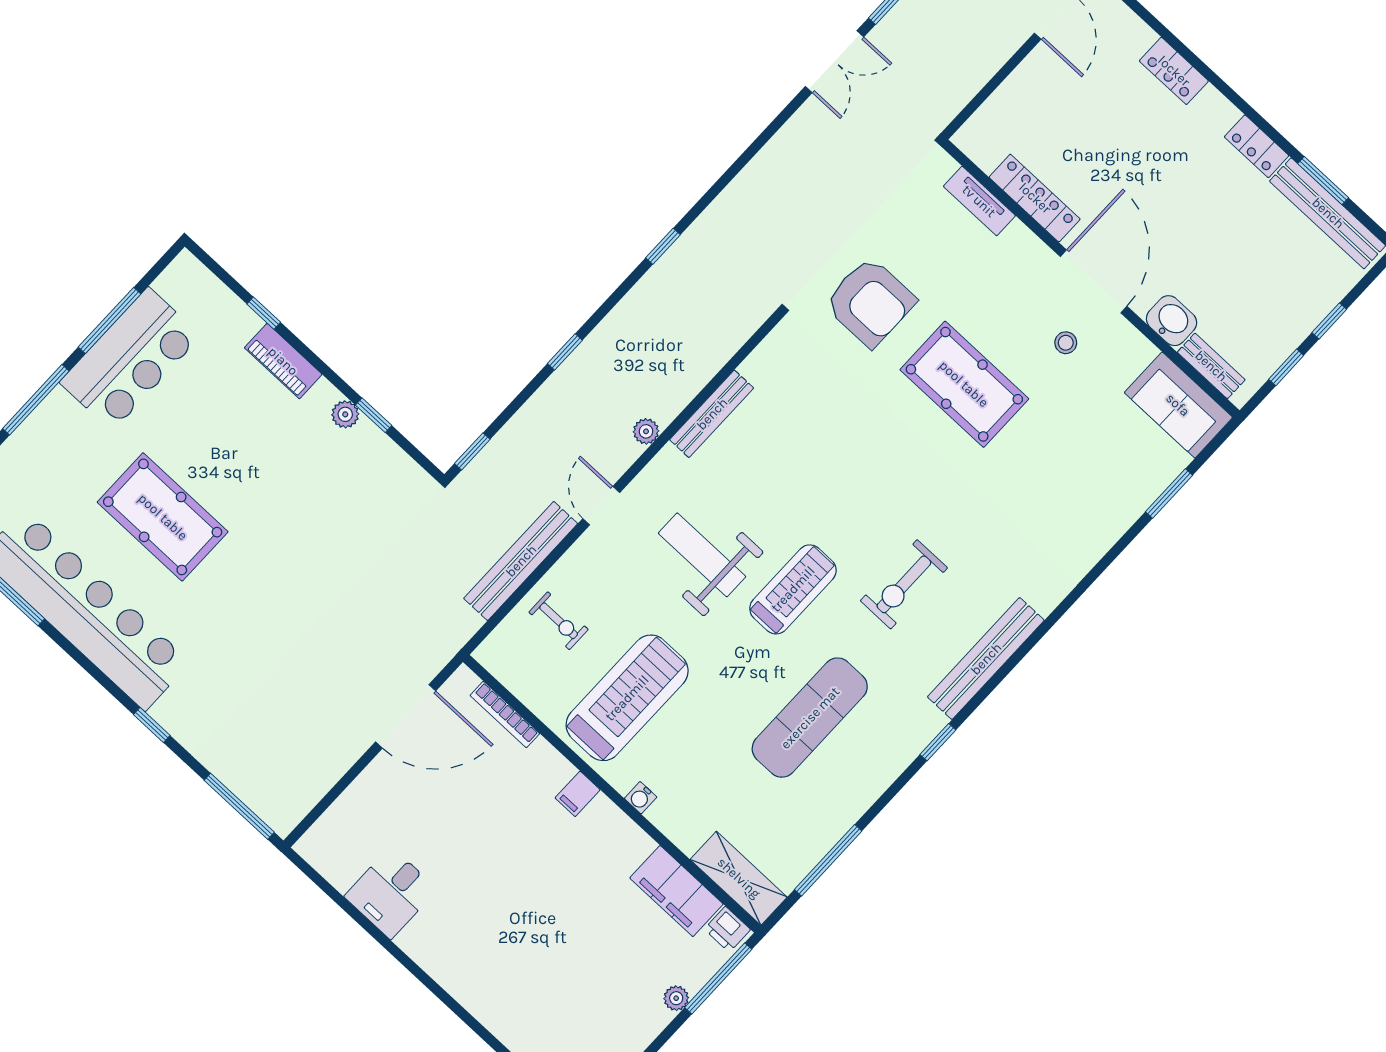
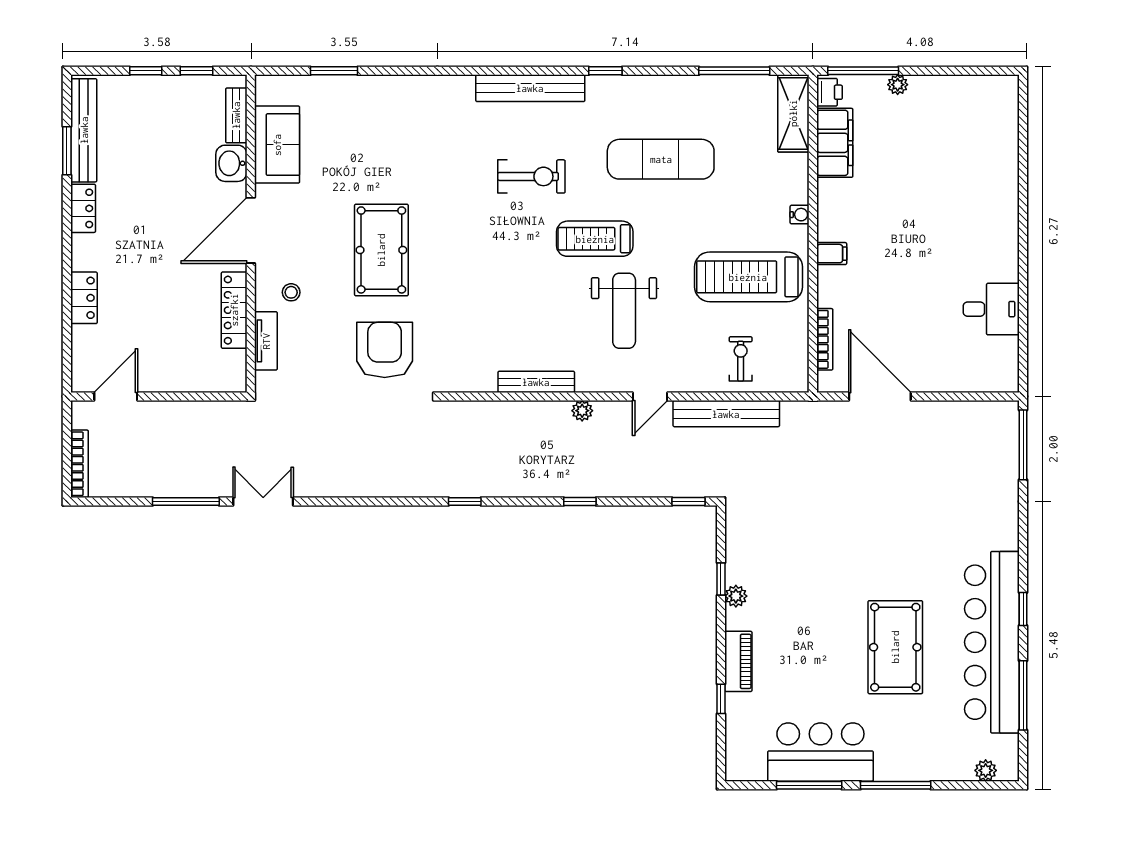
stool: (1066, 343) -> (291, 292), moved
sofa: (1178, 405) -> (277, 145), moved
window: (152, 725) -> (1023, 609), moved

